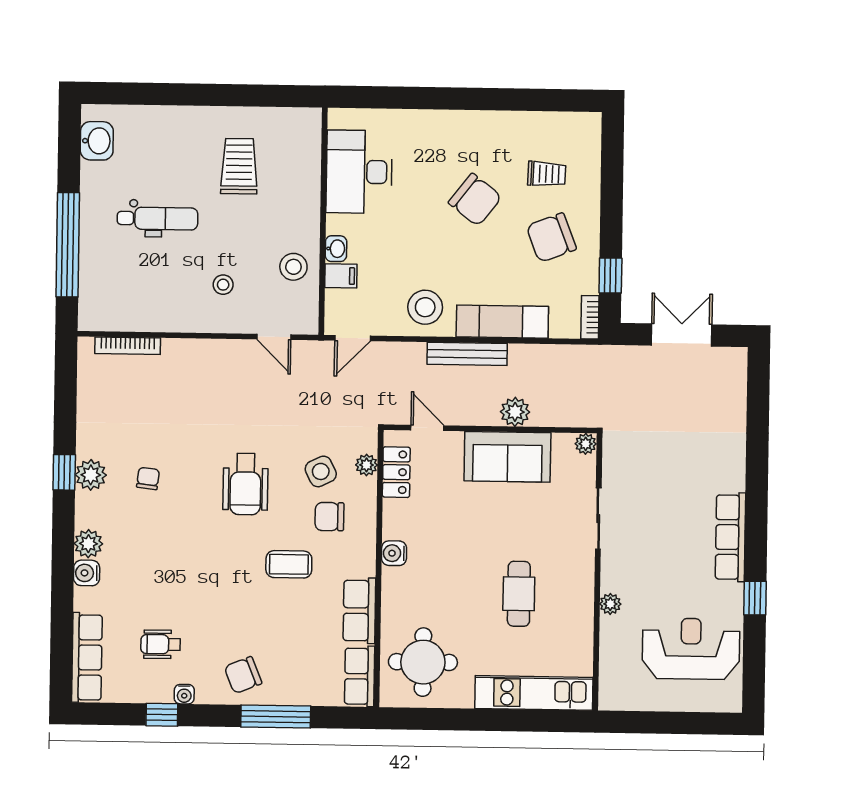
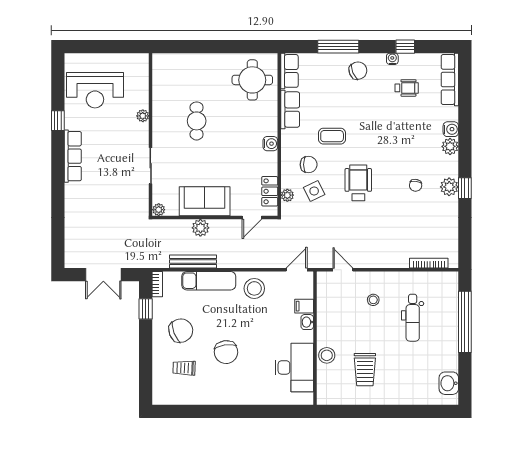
chair: (475, 200) -> (226, 352), turned -136
dental chair: (158, 218) -> (413, 318), moved, turned -90
stool: (293, 267) -> (327, 355), moved
bench: (467, 354) -> (193, 261), moved
door: (427, 428) -> (252, 218), hinge flipped
kitchen unit: (534, 693) -> (187, 63), removed

